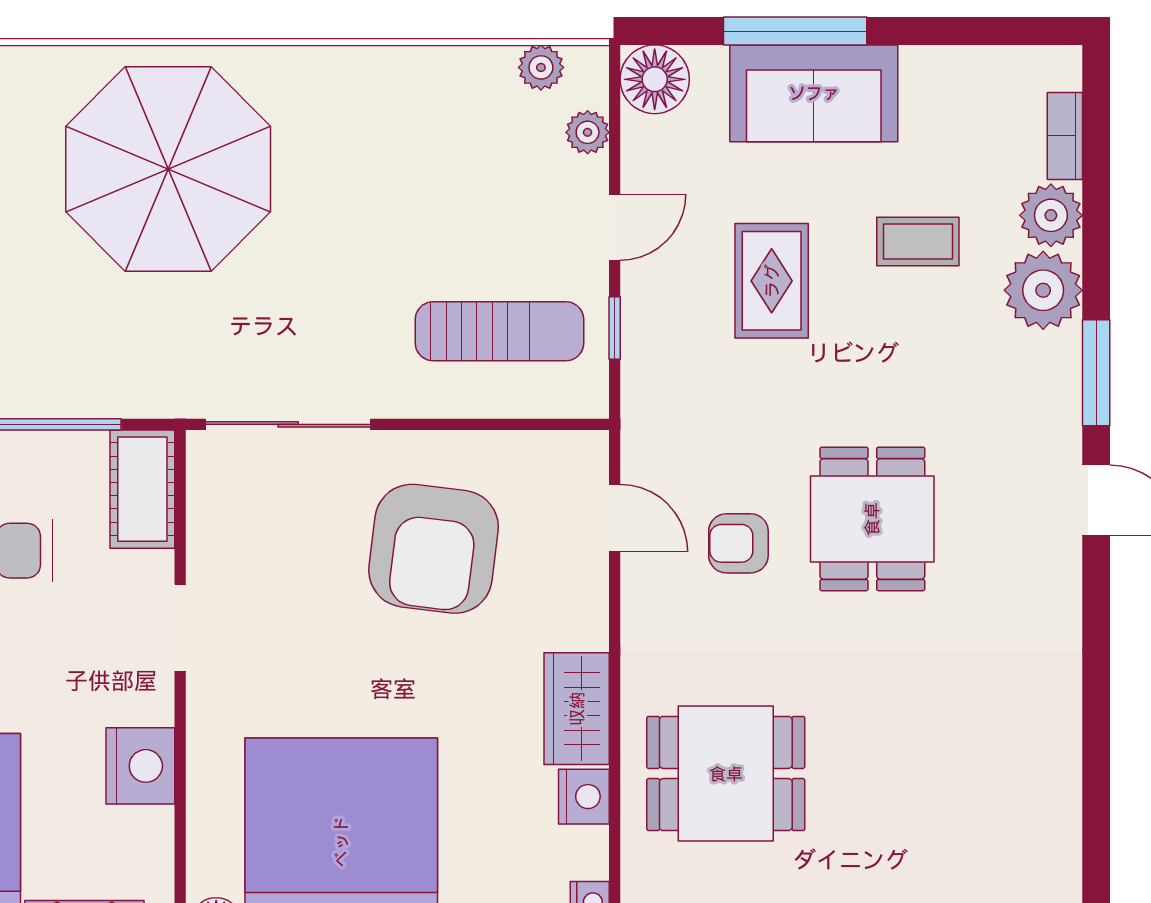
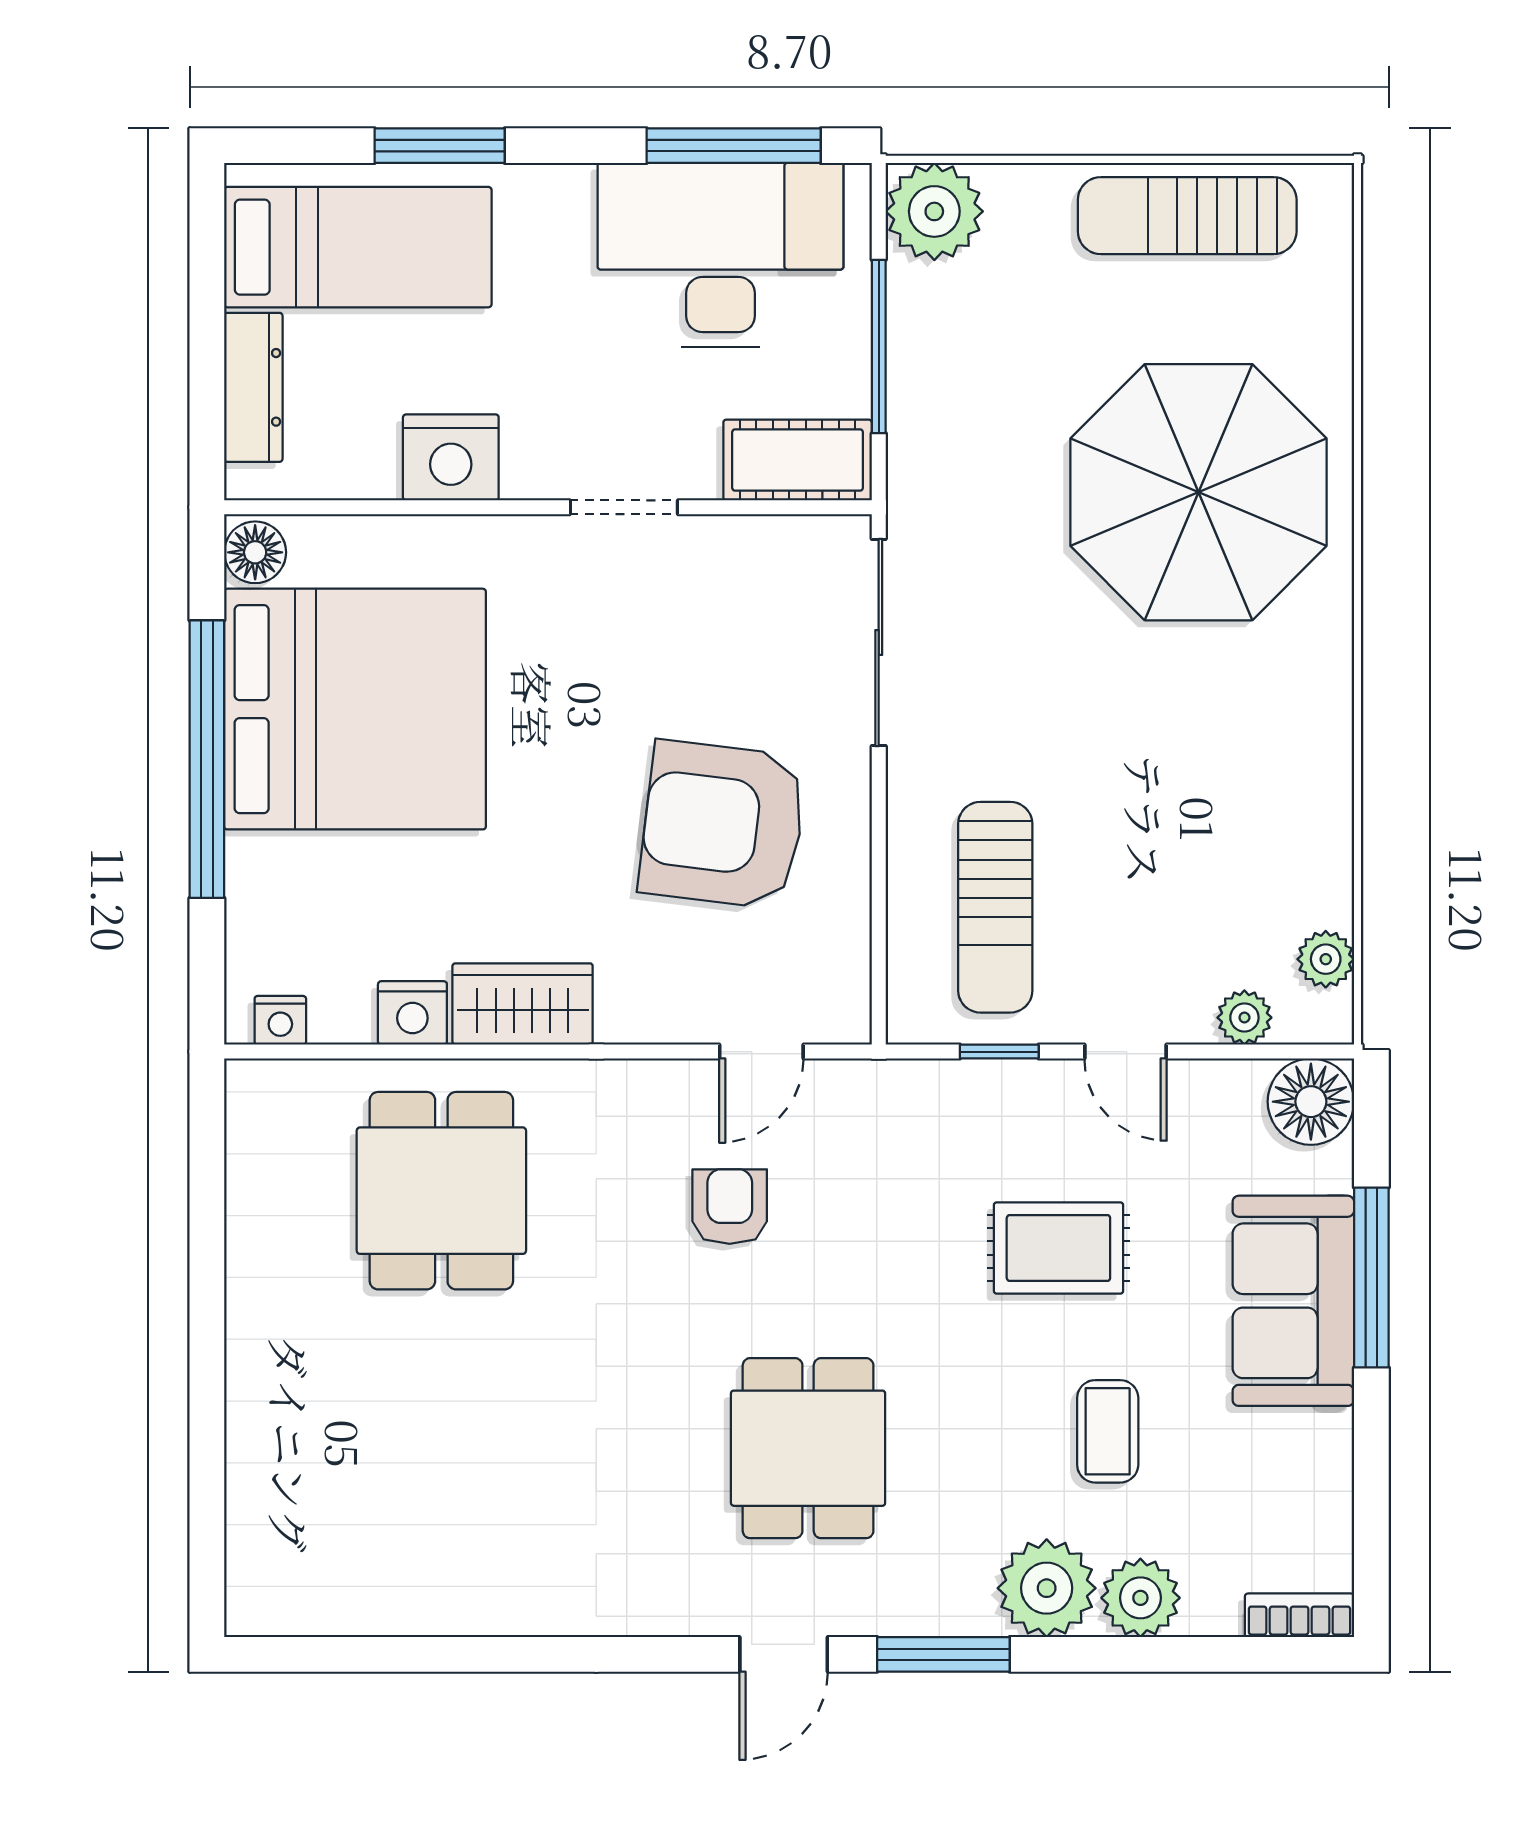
bookcase: (1065, 136) -> (1299, 1615), moved
dining table: (872, 519) -> (808, 1448), moved, turned 90

